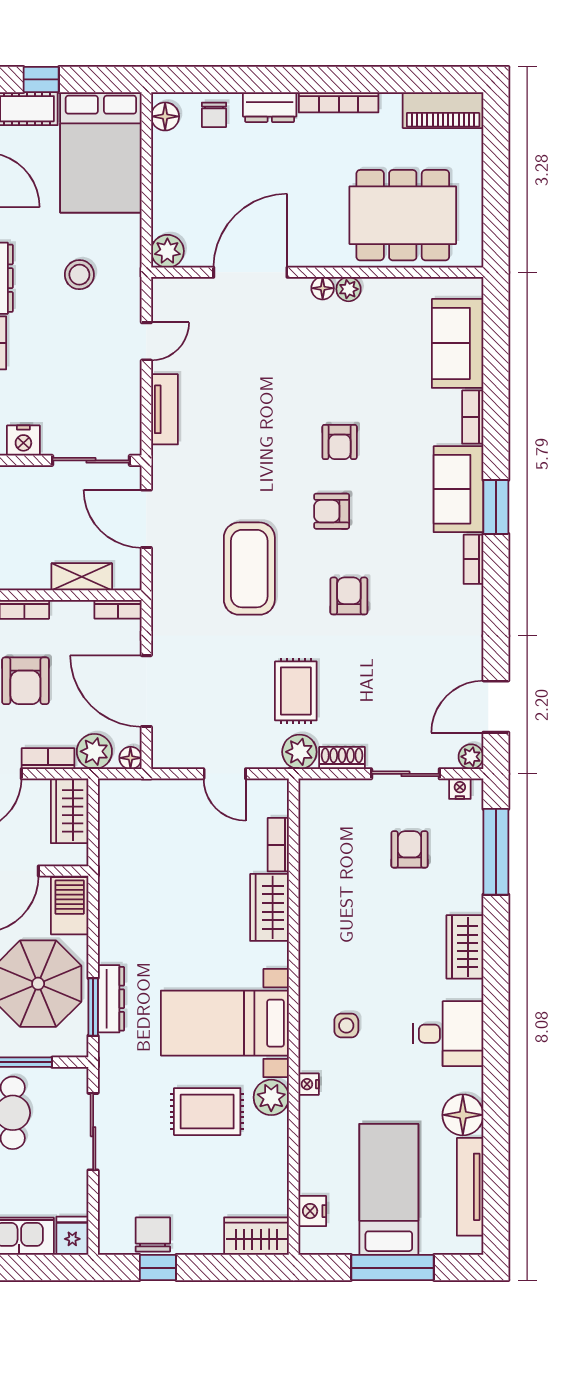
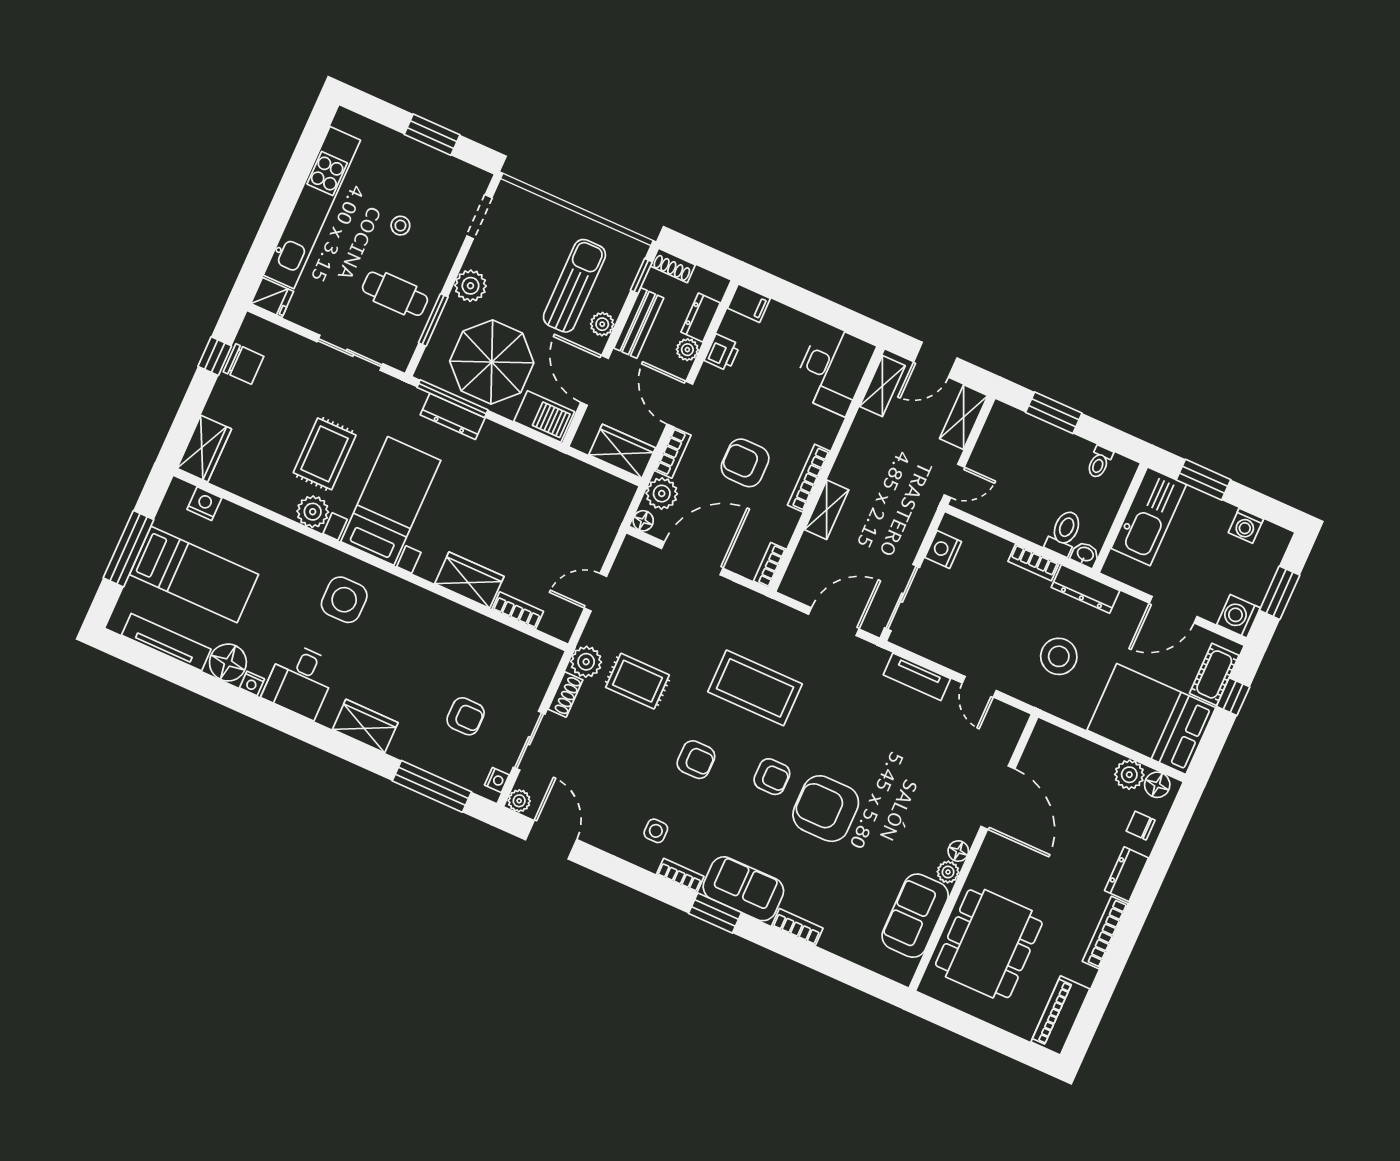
plant: (167, 251) -> (1129, 775), moved
stool: (79, 275) -> (1059, 656), width x1.38, depth x1.38
sofa: (458, 343) -> (915, 916), moved, turned -90
armchair: (340, 442) -> (826, 809), width x1.88, depth x1.88
armchair: (332, 511) -> (772, 777), turned 90
shelving: (82, 577) -> (827, 510), moved
side table: (439, 604) -> (656, 831), added
window: (93, 1007) -> (452, 399), width x1.44
side table: (346, 1026) -> (344, 600), width x1.87, depth x1.87
nightstand: (309, 1084) -> (252, 683), moved, turned 180

